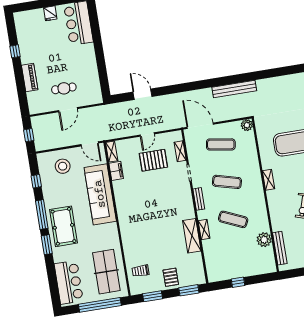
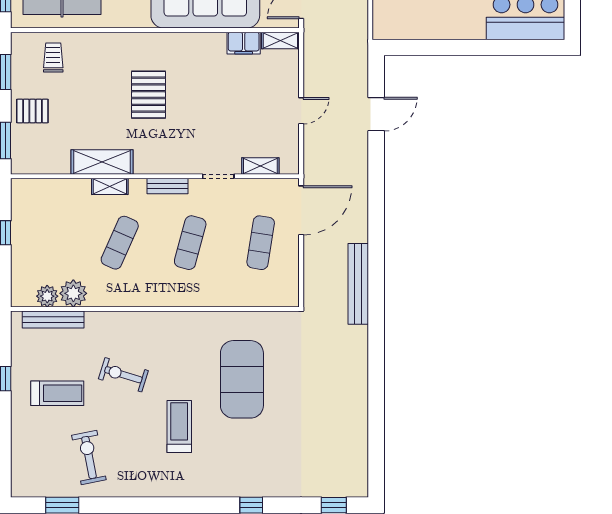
plant: (247, 125) -> (47, 296), moved
door: (147, 134) -> (301, 111), swing flipped
pallet: (153, 160) -> (149, 95), moved
shelving: (268, 180) -> (182, 319), removed

